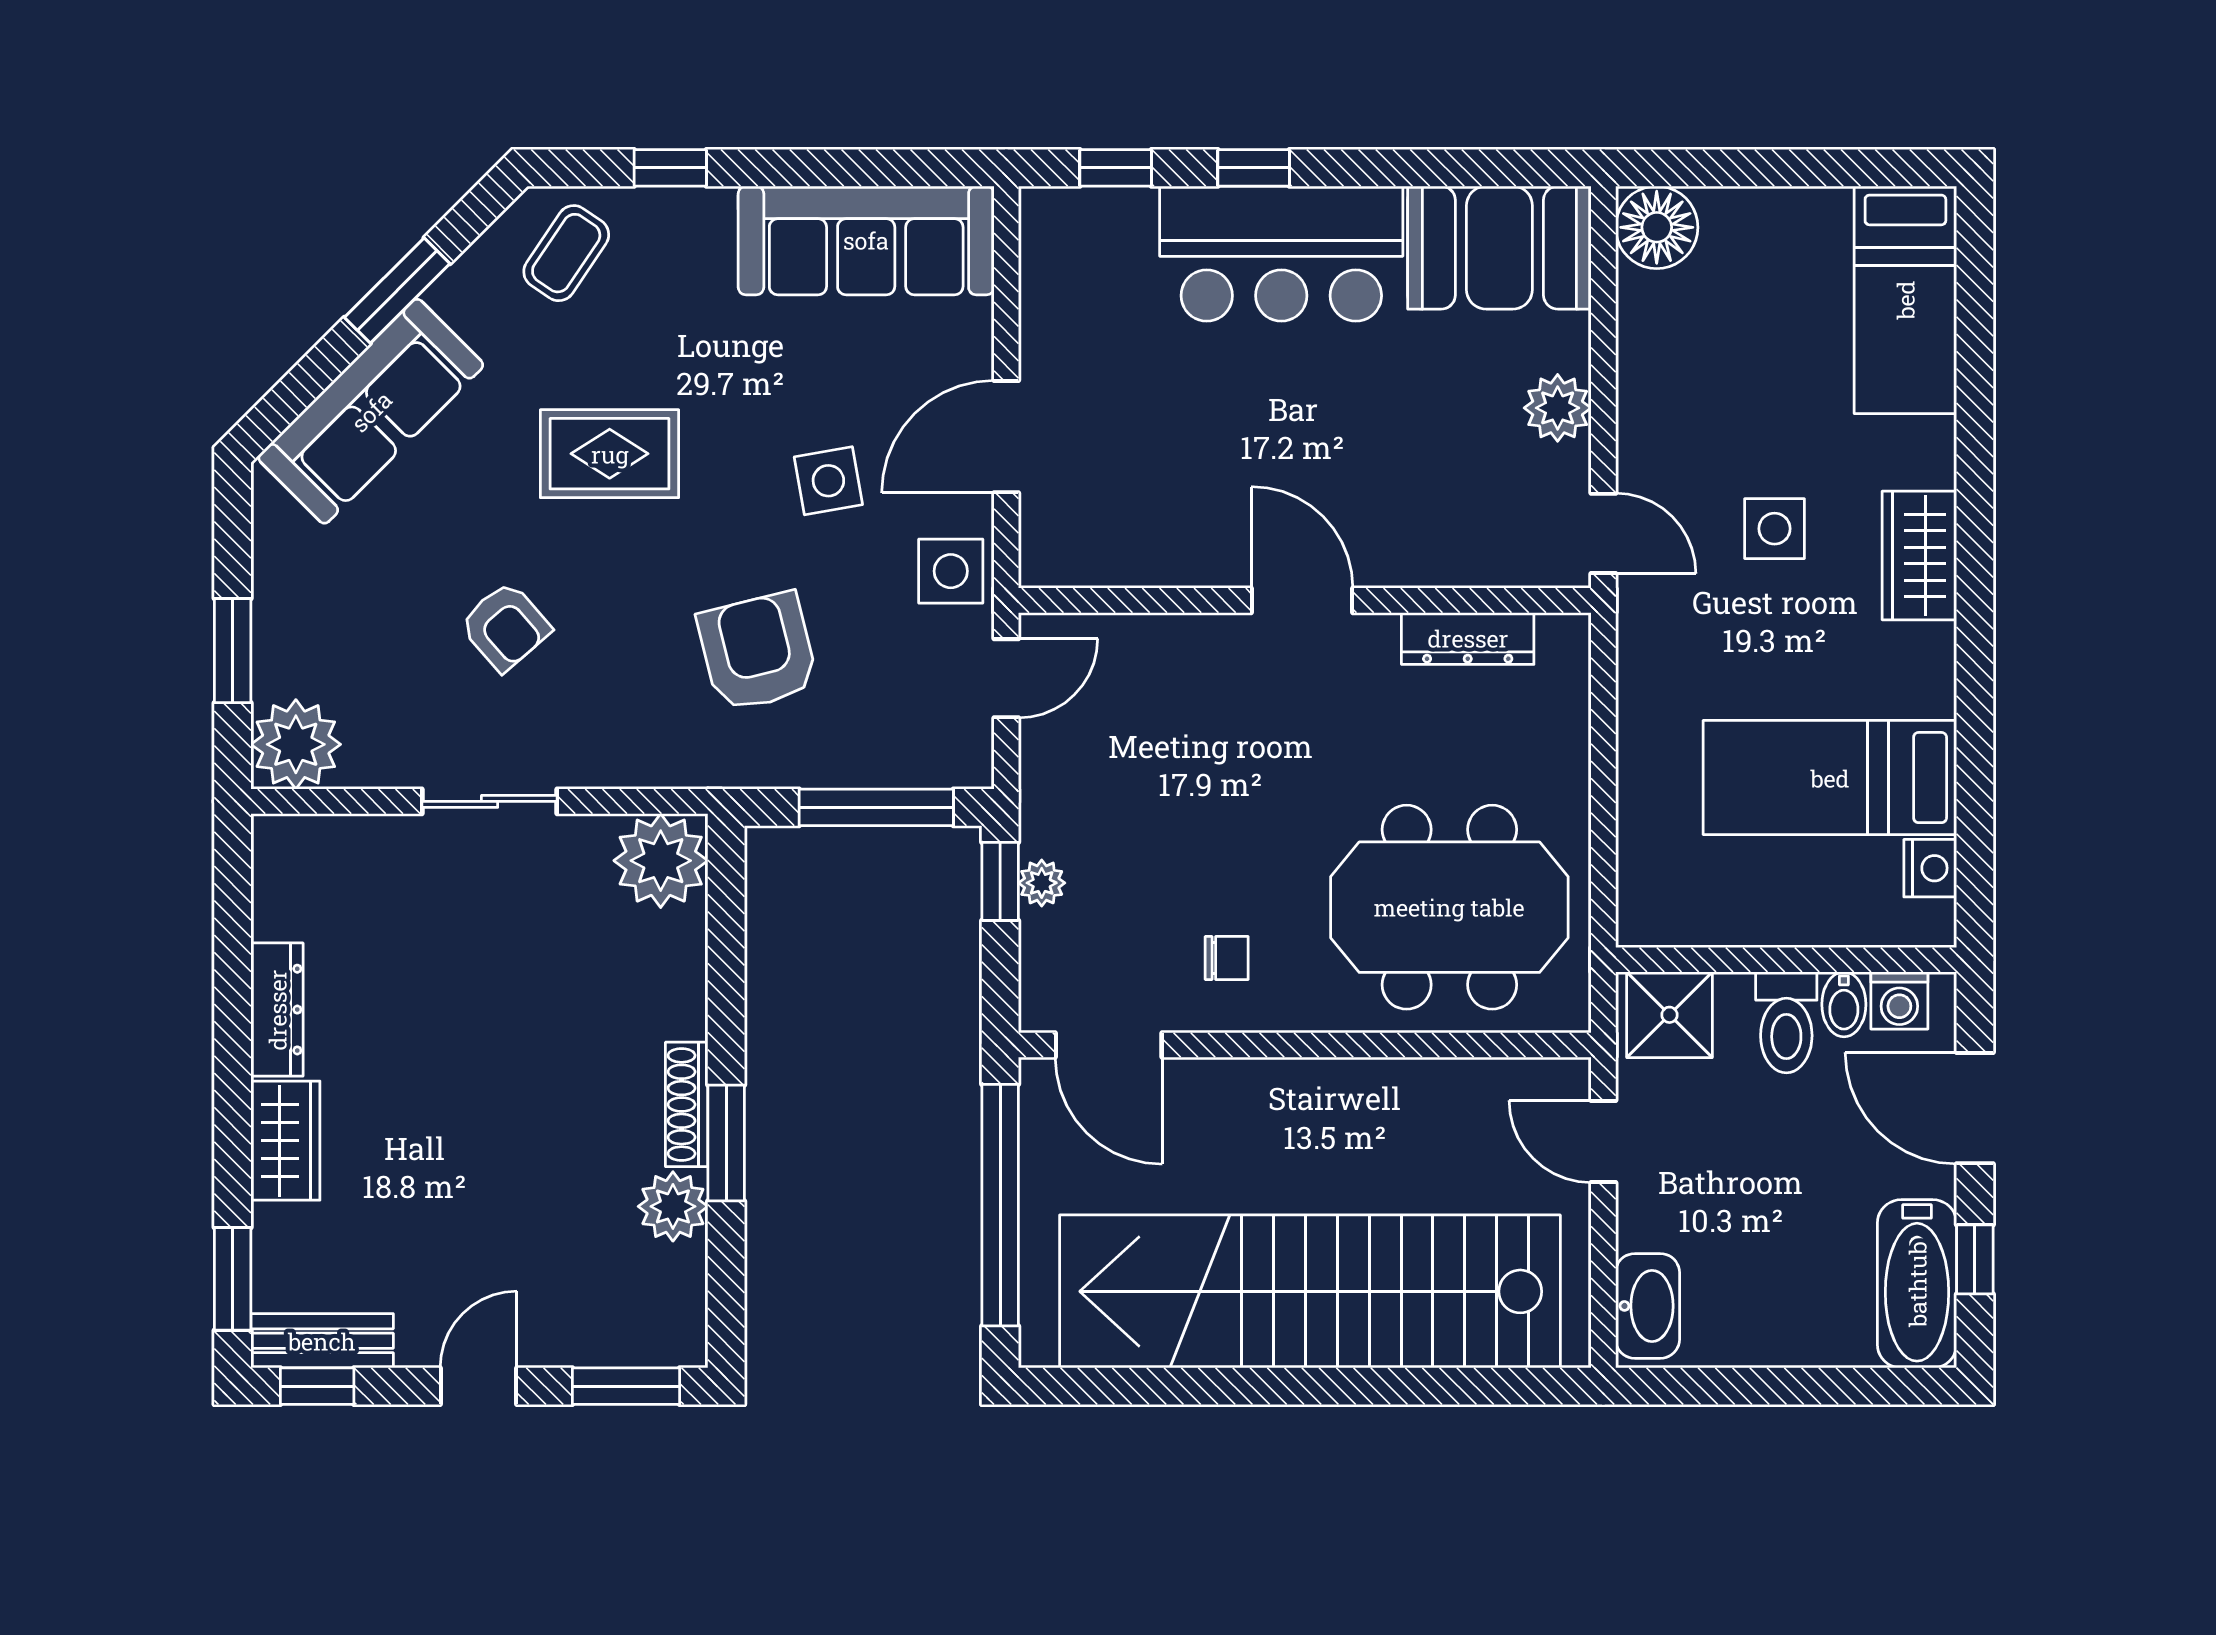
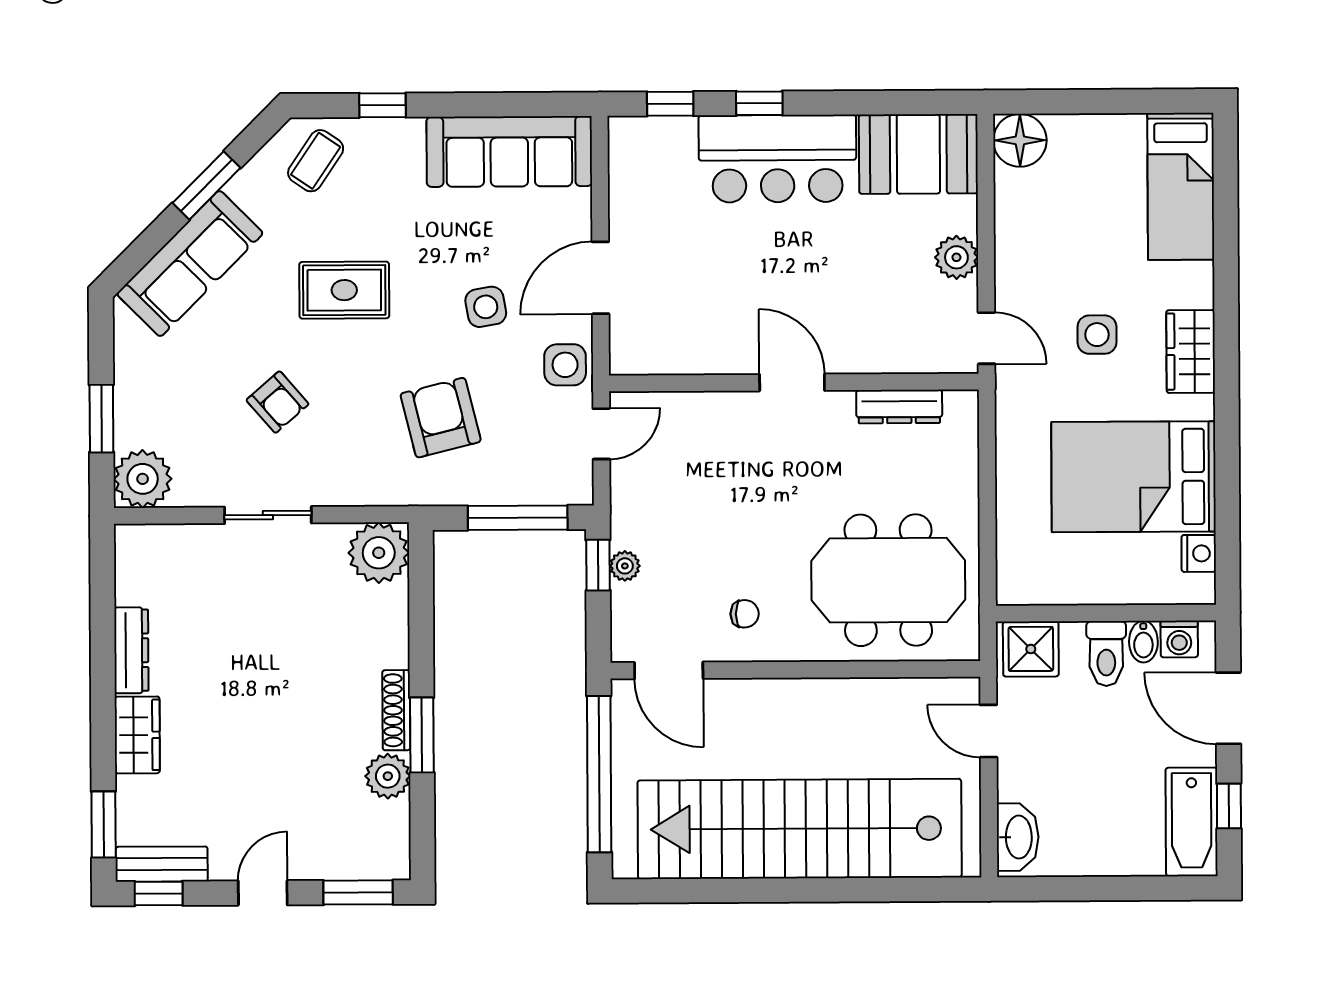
bed: (1830, 778) -> (1133, 477), width x1.50

